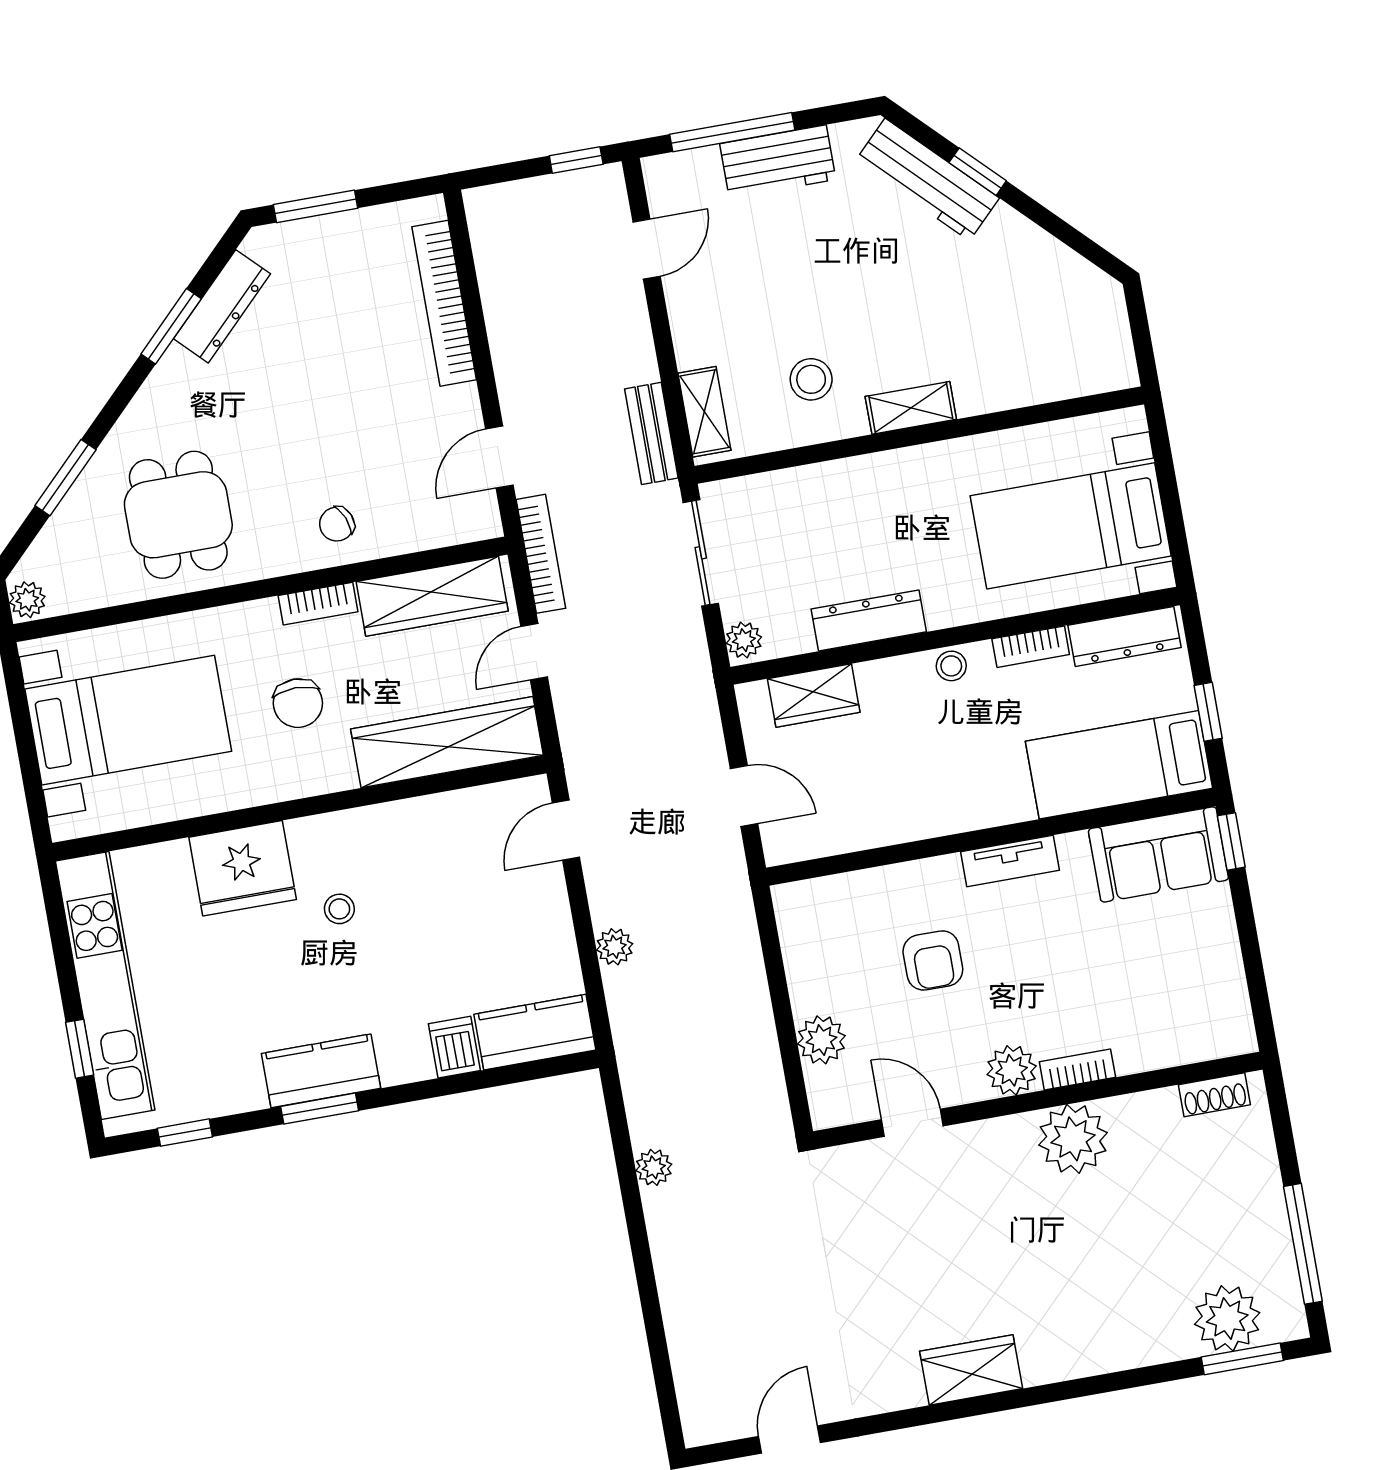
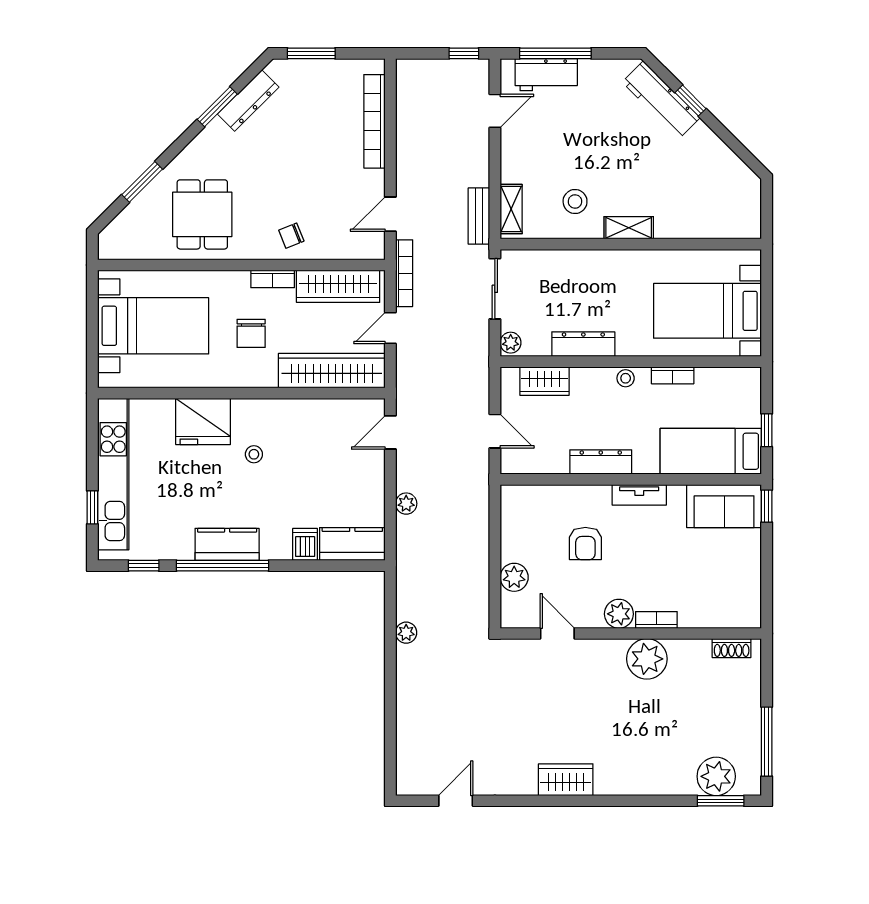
workbench: (778, 162) -> (546, 75), moved
plant: (27, 600) -> (108, 247), removed
dresser: (1124, 636) -> (601, 462), moved, turned 180
window: (320, 1109) -> (223, 566), width x2.11

